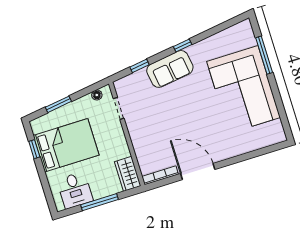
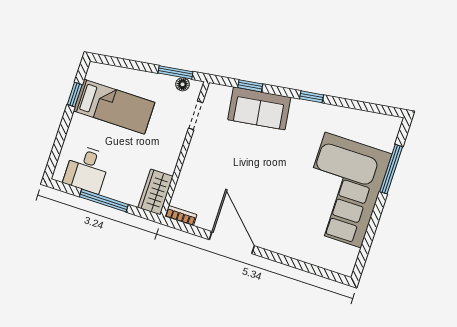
sofa: (170, 69) -> (259, 108), moved
window: (58, 104) -> (175, 72), moved
bed: (66, 145) -> (114, 107), width x0.67
bookcase: (160, 175) -> (181, 216), width x0.64

